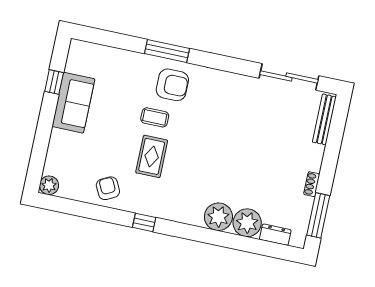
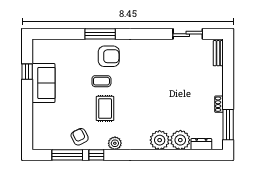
sliding door: (289, 77) -> (188, 34), width x0.73
bench: (324, 119) -> (218, 53), width x0.73
plant: (49, 185) -> (115, 143), moved
window: (85, 210) -> (67, 155), added
window: (144, 222) -> (96, 155), moved

